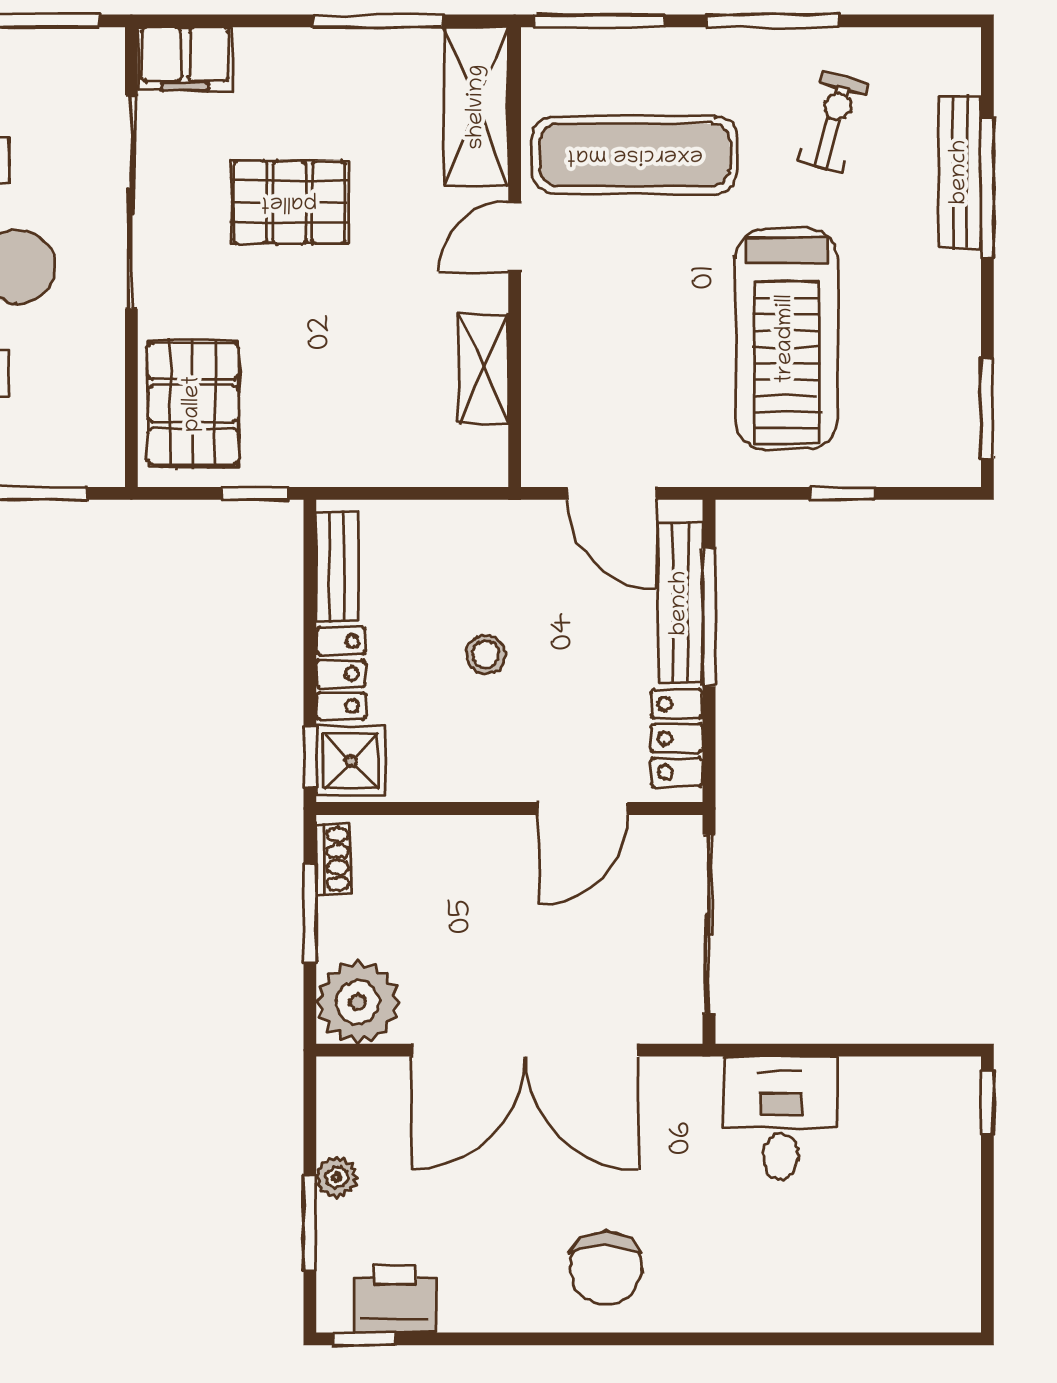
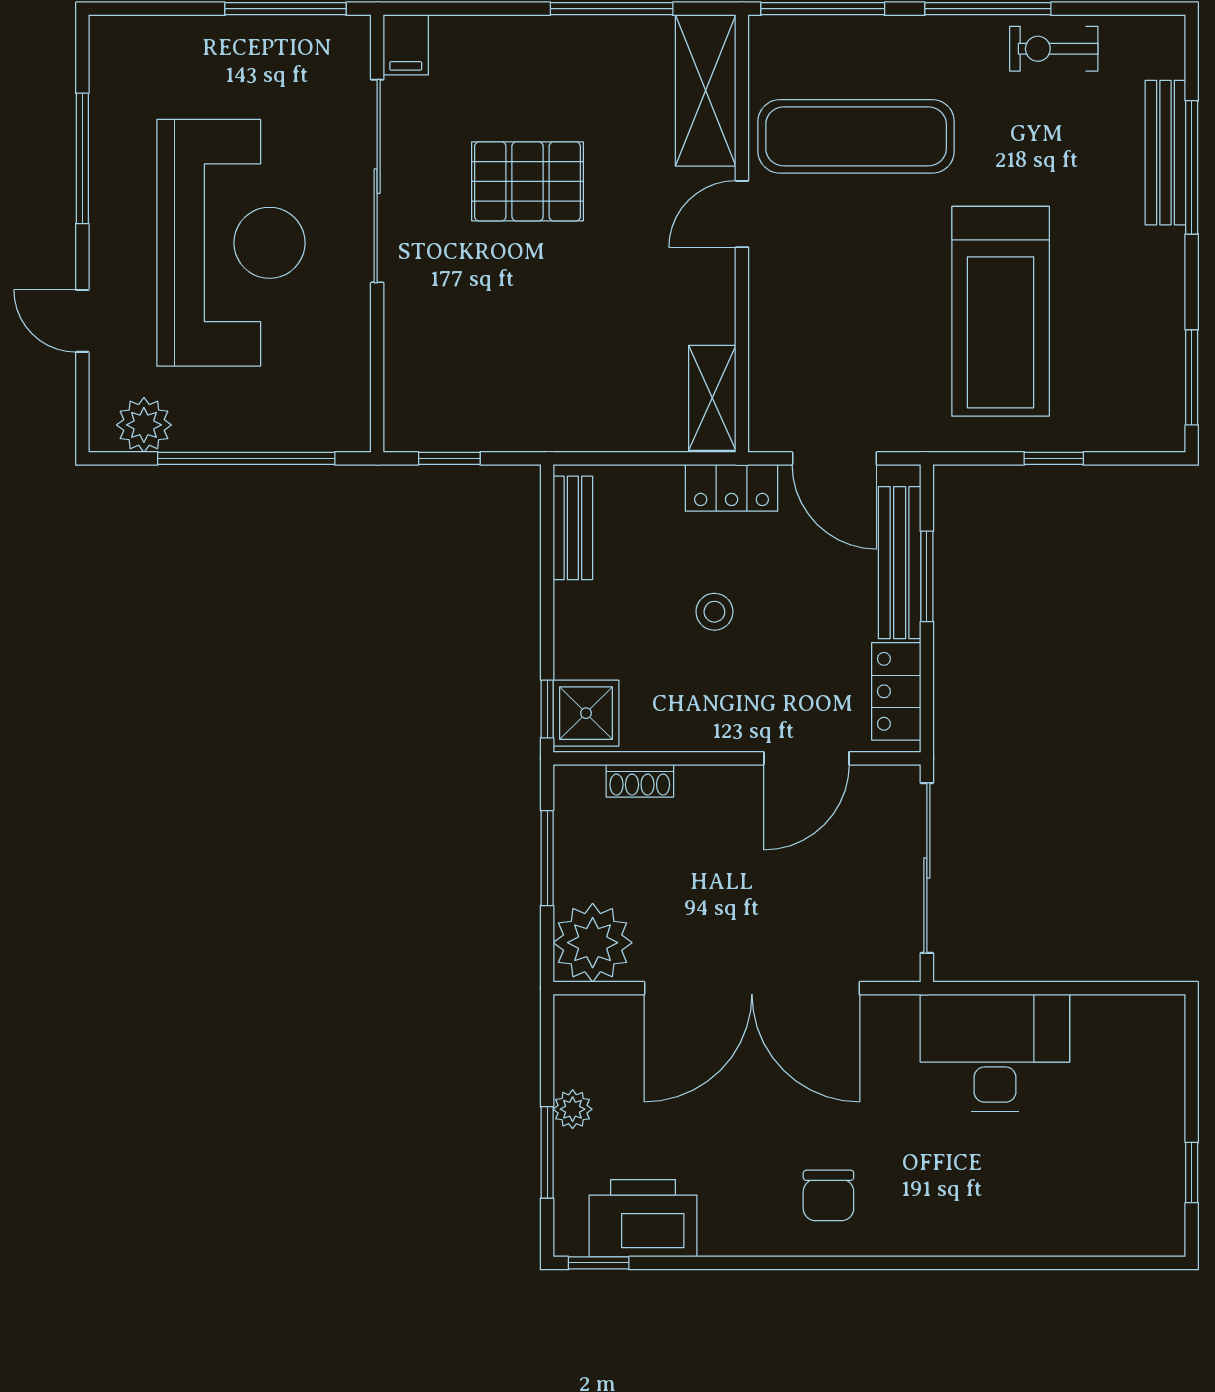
filing cabinet: (185, 59) -> (406, 45), width x0.50
exercise bike: (833, 123) -> (1054, 49), moved, turned -106
shelving: (484, 368) -> (712, 398), moved
pallet: (193, 404) -> (436, 373), removed
window: (254, 493) -> (449, 458), moved
window: (709, 617) -> (927, 576), width x0.69
locker: (341, 674) -> (732, 488), moved, turned 90
shoe rack: (333, 859) -> (640, 781), moved, turned 90
window: (987, 1103) -> (1192, 1173), moved
desk: (781, 1118) -> (995, 1053), width x1.37
chair: (606, 1268) -> (828, 1195), width x0.73, depth x0.73
printer: (395, 1299) -> (643, 1218), width x1.37, depth x1.19

